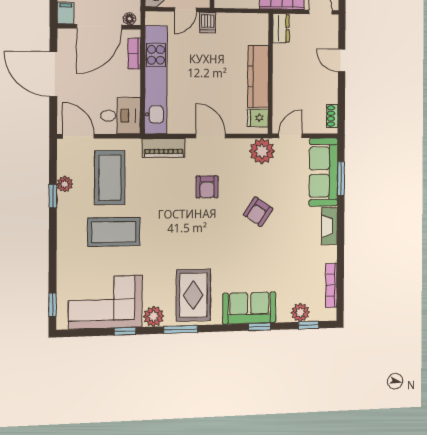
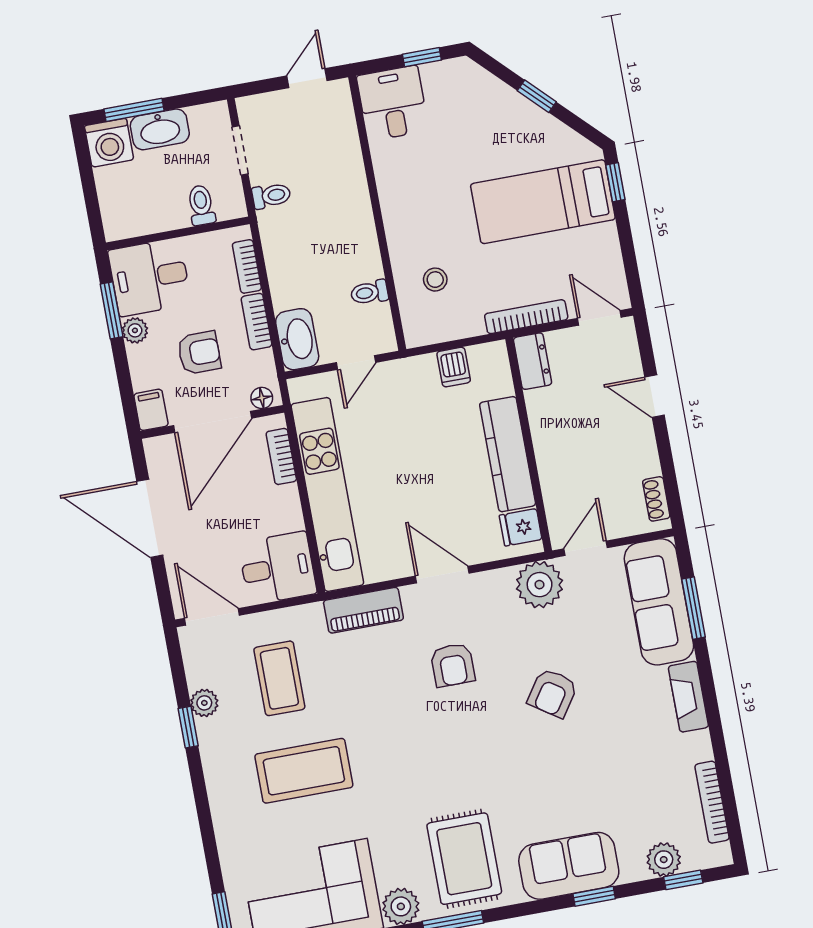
dishwasher: (208, 22) -> (454, 367), moved
coffee table: (110, 178) -> (279, 678), width x0.73, depth x0.76

